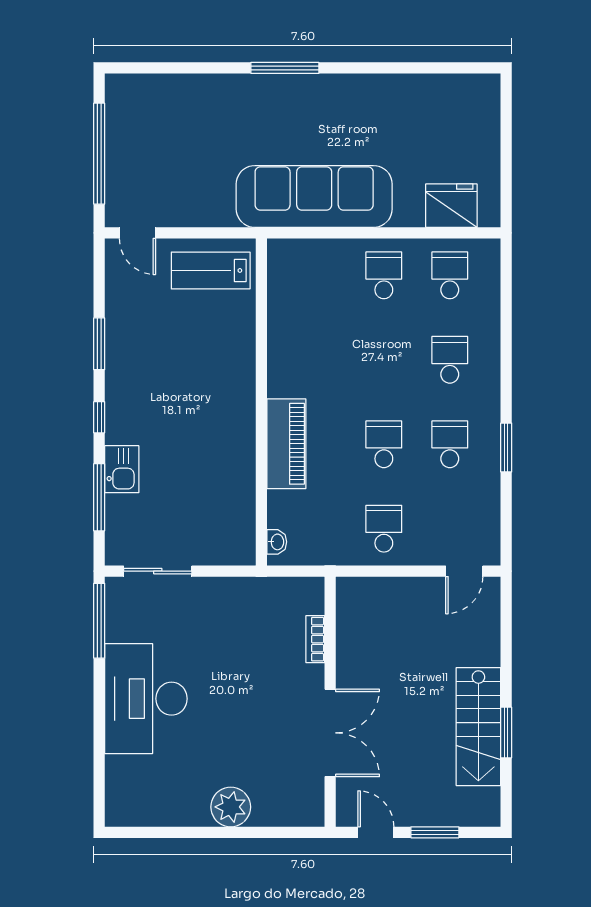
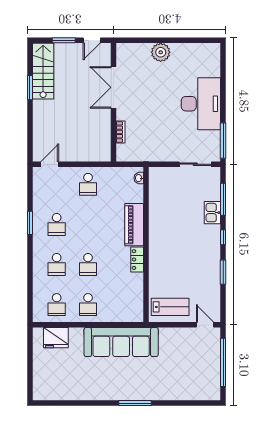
locker: (280, 370) -> (137, 260), added
school desk: (384, 444) -> (88, 265), moved
stairs: (478, 727) -> (43, 71), moved
door: (376, 832) -> (92, 40), hinge flipped

